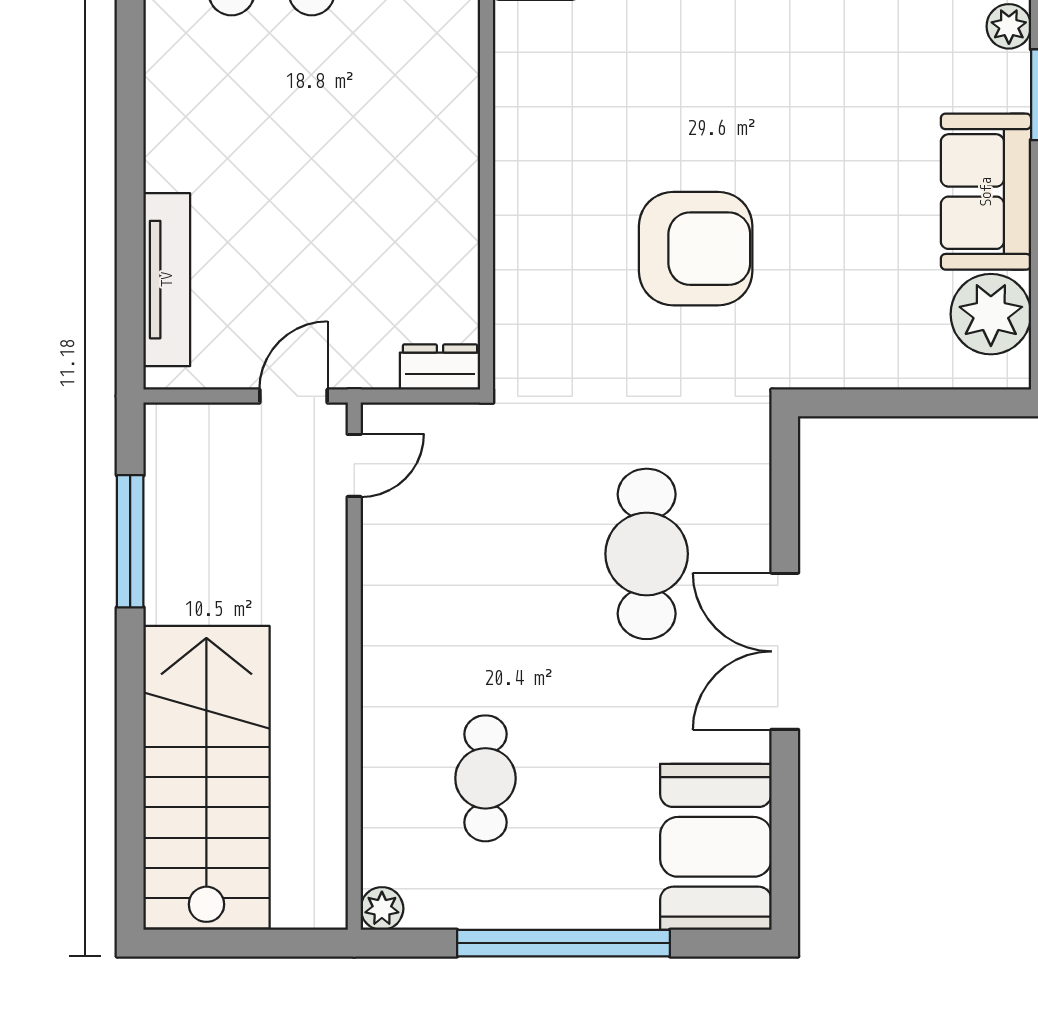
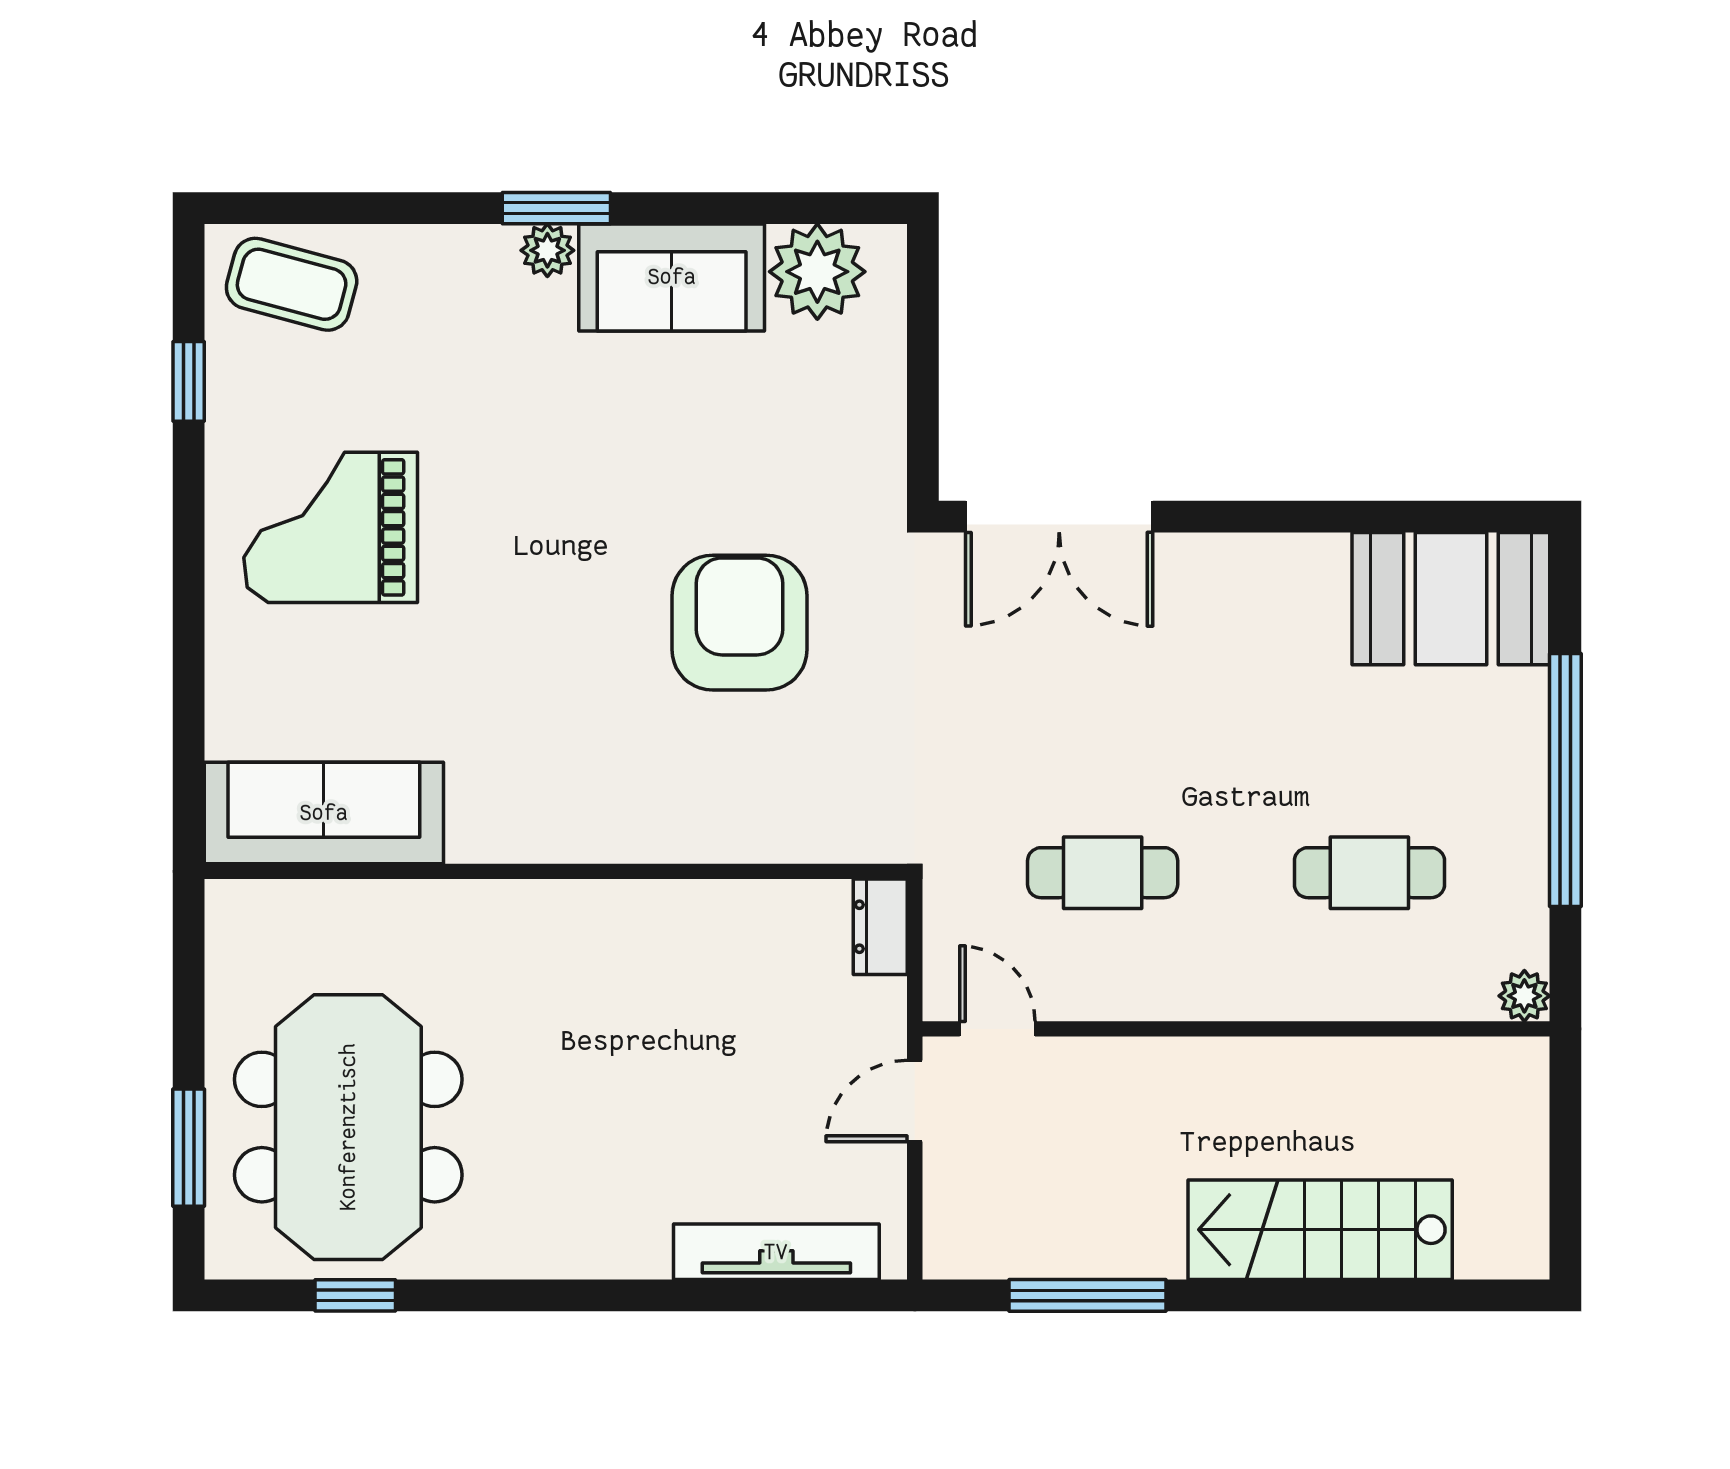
plant: (1009, 26) -> (547, 250), moved
door: (294, 396) -> (915, 1101), hinge flipped
cafe table: (647, 554) -> (1103, 873), moved, width x0.73, depth x0.74
double door: (785, 651) -> (1059, 517), moved
stairs: (206, 777) -> (1320, 1230), width x0.73, depth x0.66

